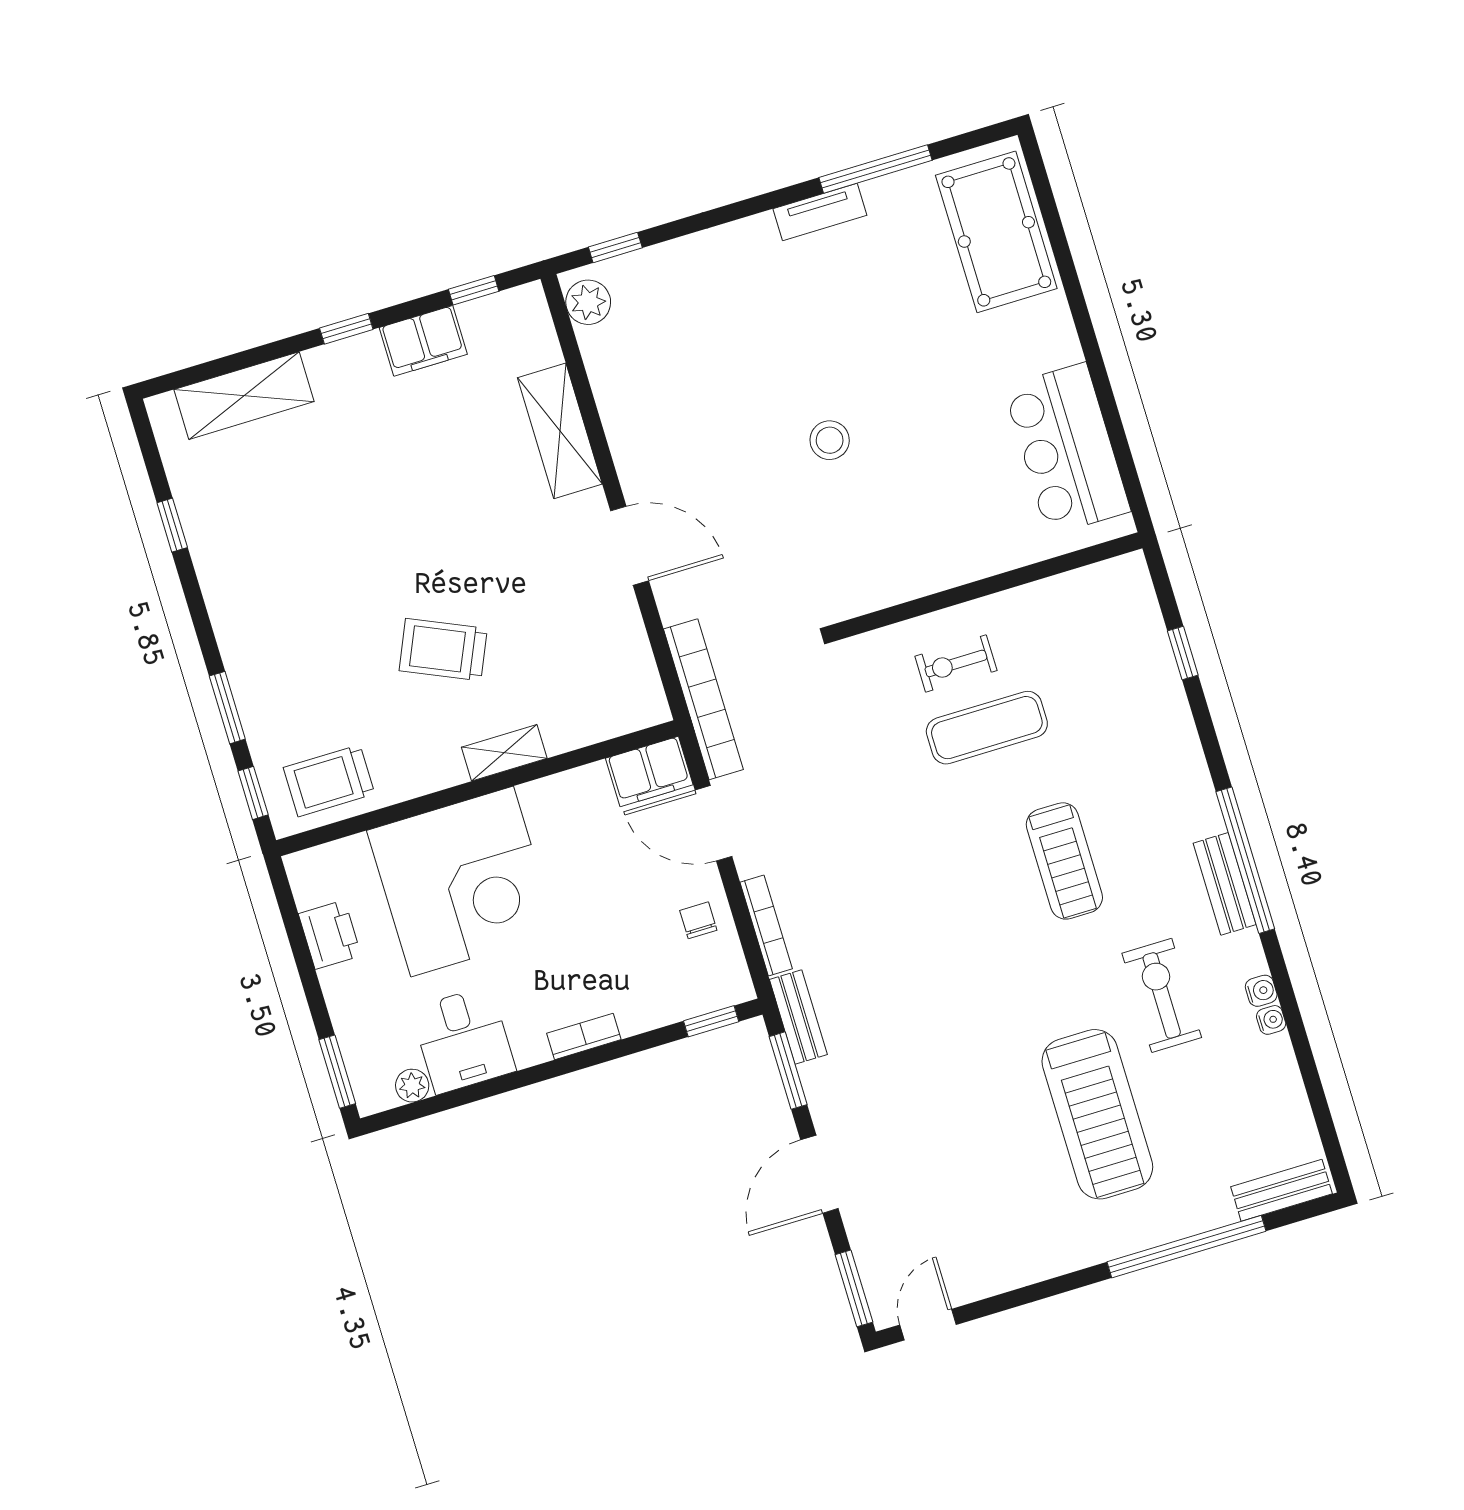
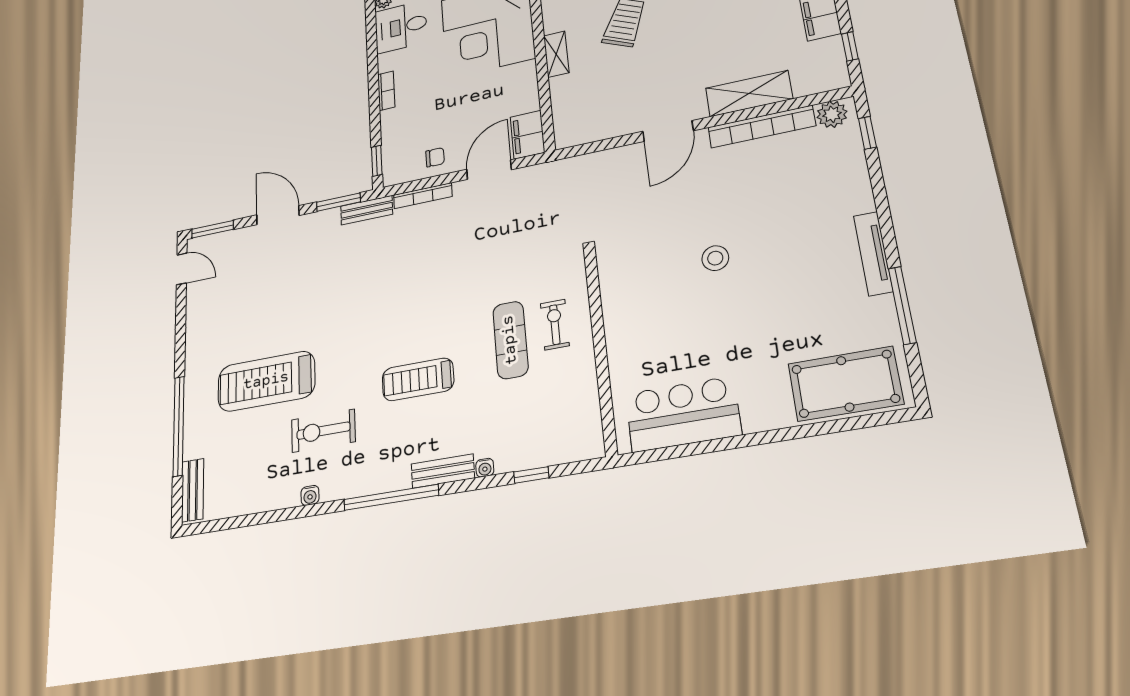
tv unit: (820, 212) -> (873, 253), width x1.41
bookcase: (703, 699) -> (762, 127), moved
bench: (1225, 884) -> (443, 471), moved
exercise bike: (1162, 995) -> (323, 431), turned 180
water cooler: (1271, 1020) -> (485, 468), moved

